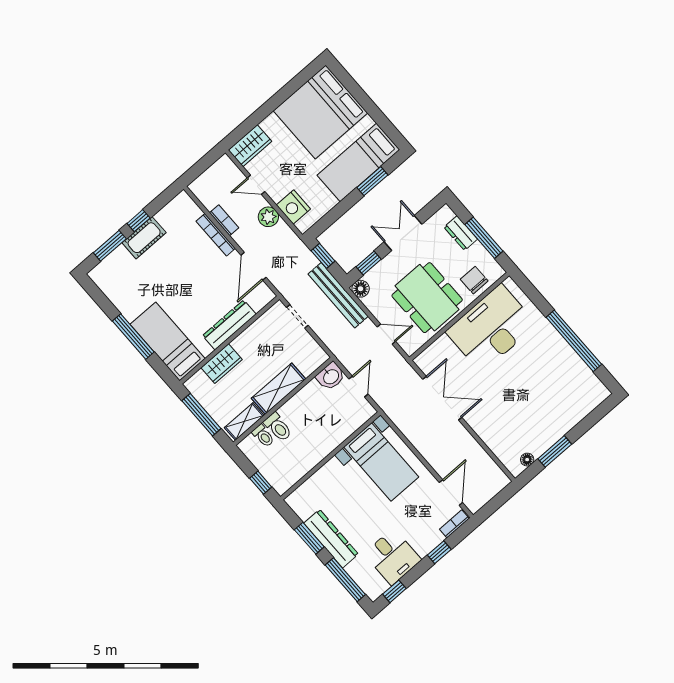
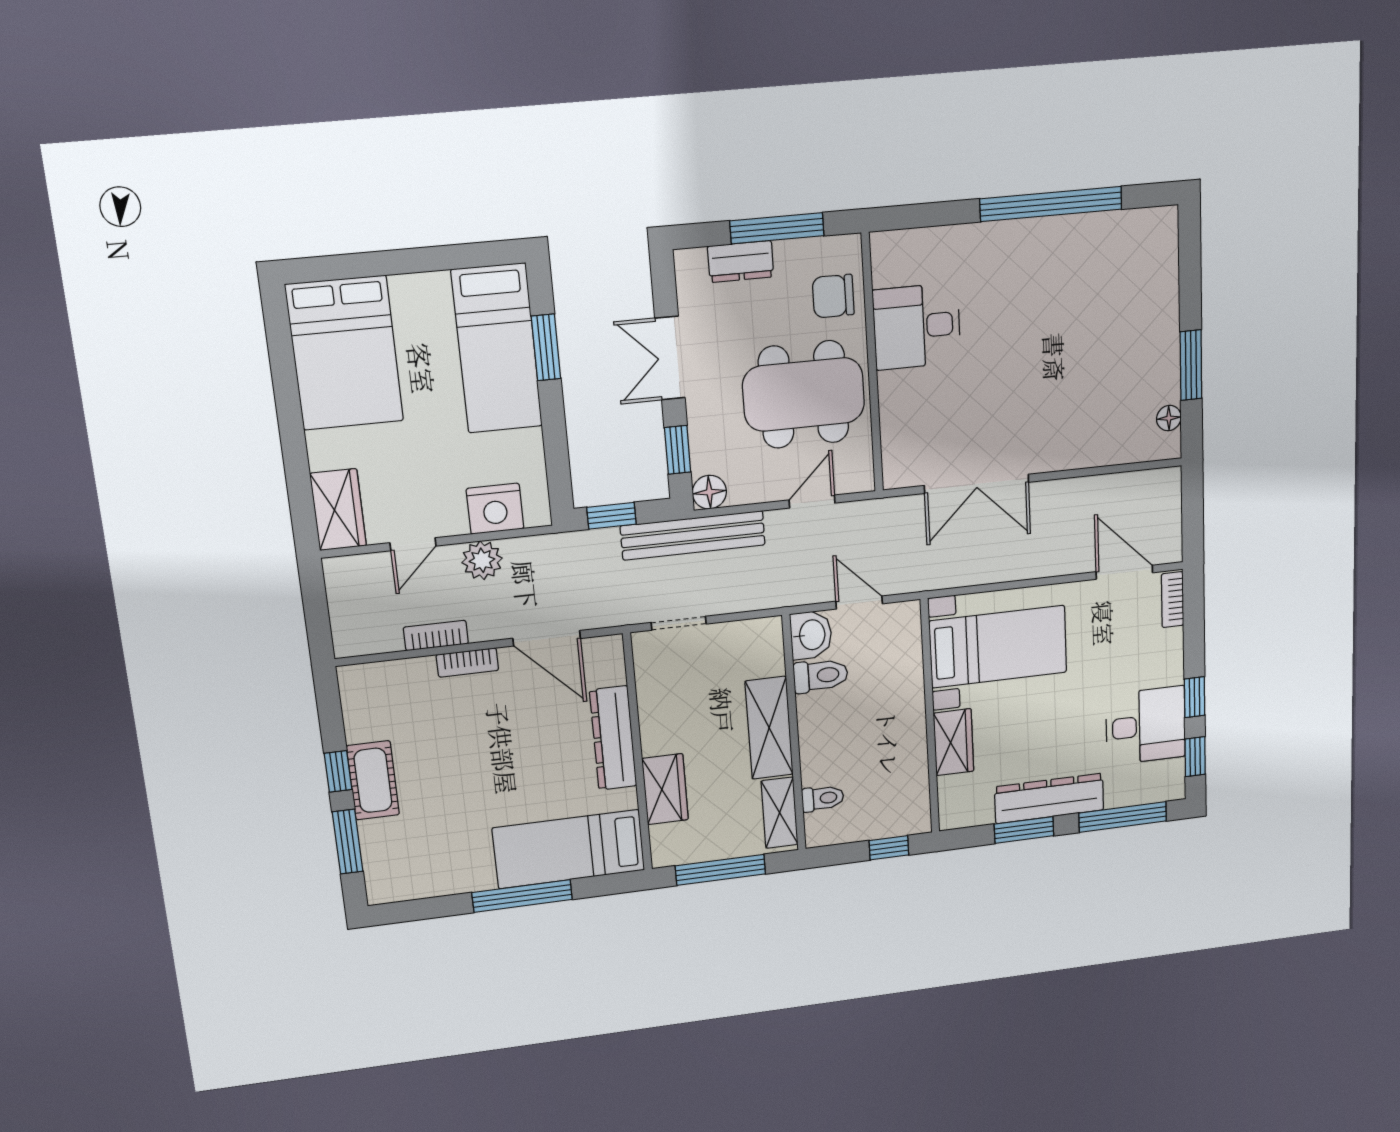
bed: (320, 112) -> (345, 353), width x0.73
bookcase: (216, 235) -> (467, 663), width x0.64
desk: (491, 328) -> (917, 326), width x0.53, depth x0.77
double door: (442, 398) -> (977, 484), swing flipped
toilet: (278, 427) -> (821, 676), moved
wardrobe: (327, 475) -> (954, 742), added
window: (439, 552) -> (1195, 697), moved

